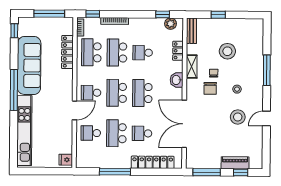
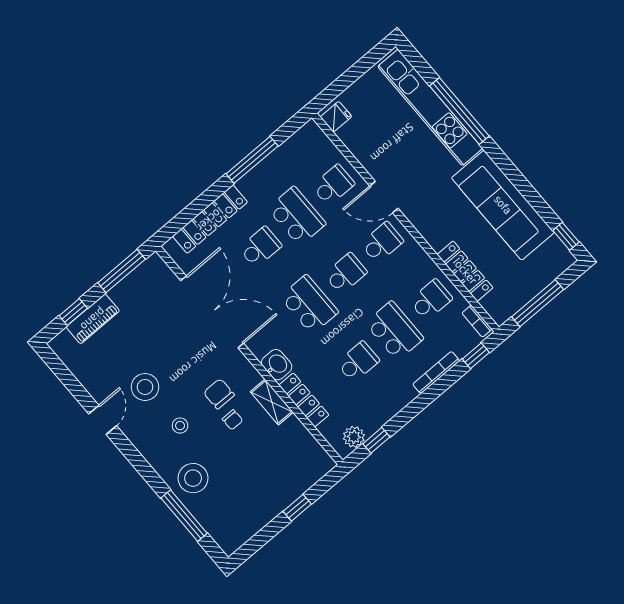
bench: (191, 31) -> (316, 452), removed
locker: (178, 51) -> (304, 400), width x1.53
stool: (227, 51) -> (193, 478), moved
school desk: (91, 52) -> (431, 300), width x0.54
window: (267, 70) -> (184, 516), moved
window: (14, 90) -> (459, 111), moved
school desk: (117, 93) -> (346, 273), width x0.54
door: (74, 110) -> (384, 197), hinge flipped

